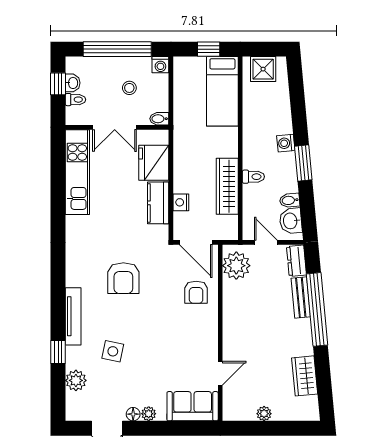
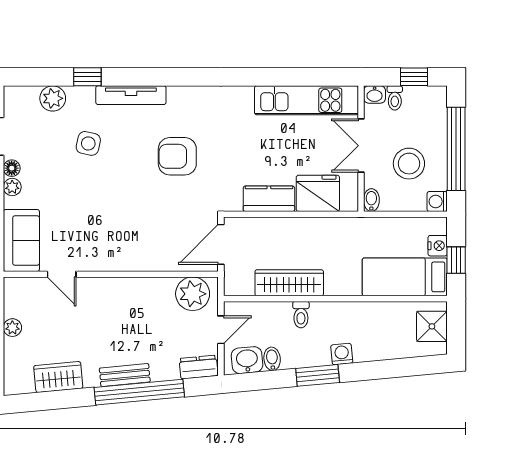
washbasin: (73, 83) -> (375, 94), moved
stool: (129, 88) -> (409, 164), width x1.89, depth x1.89
nightstand: (181, 202) -> (438, 246), moved, turned 90
armchair: (196, 292) -> (160, 245), removed
bench: (301, 297) -> (125, 375), moved

